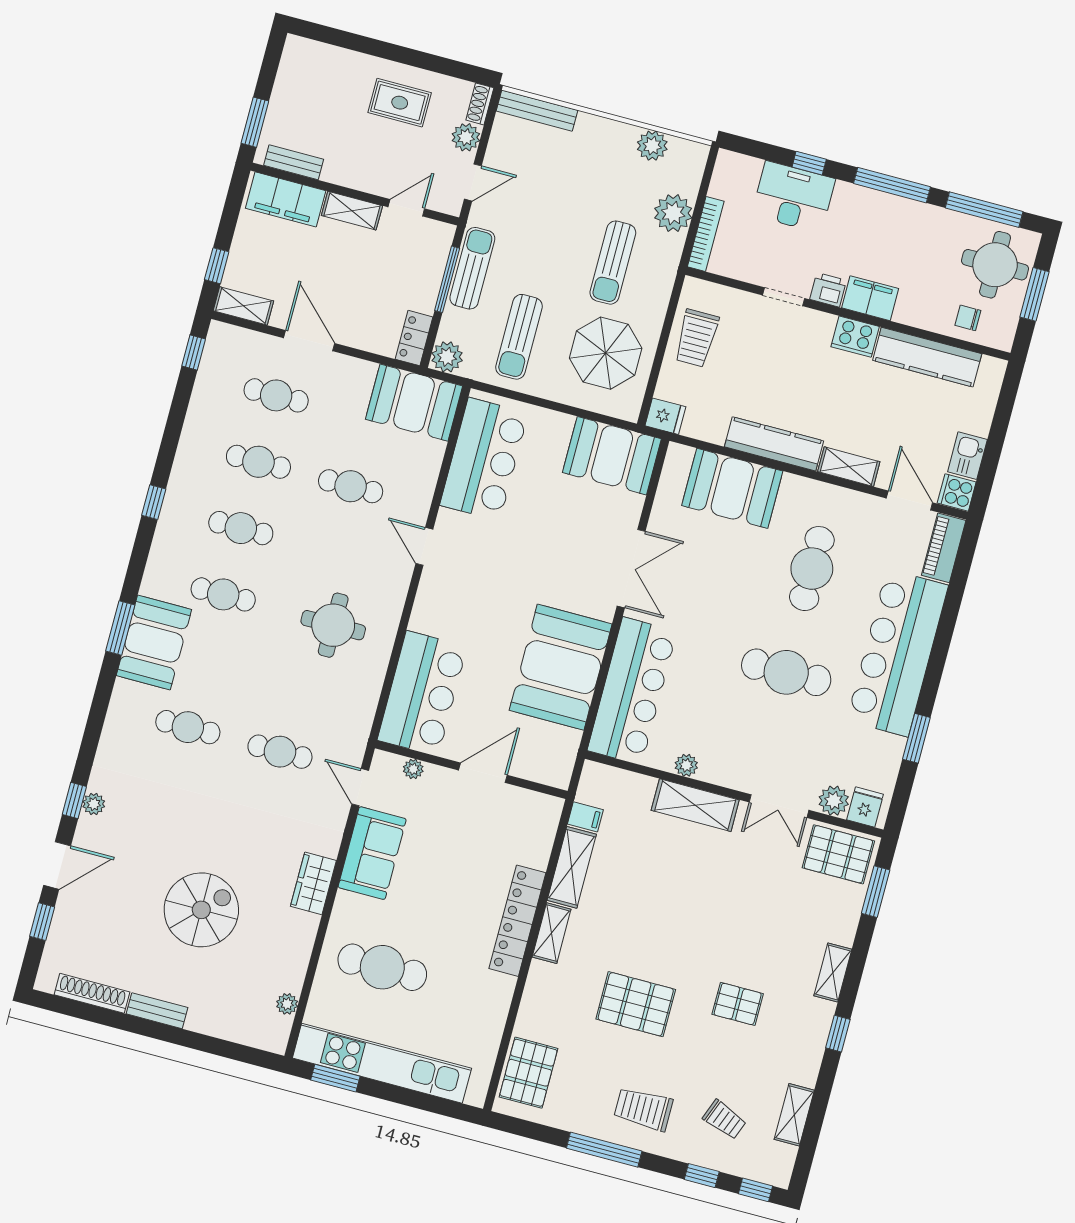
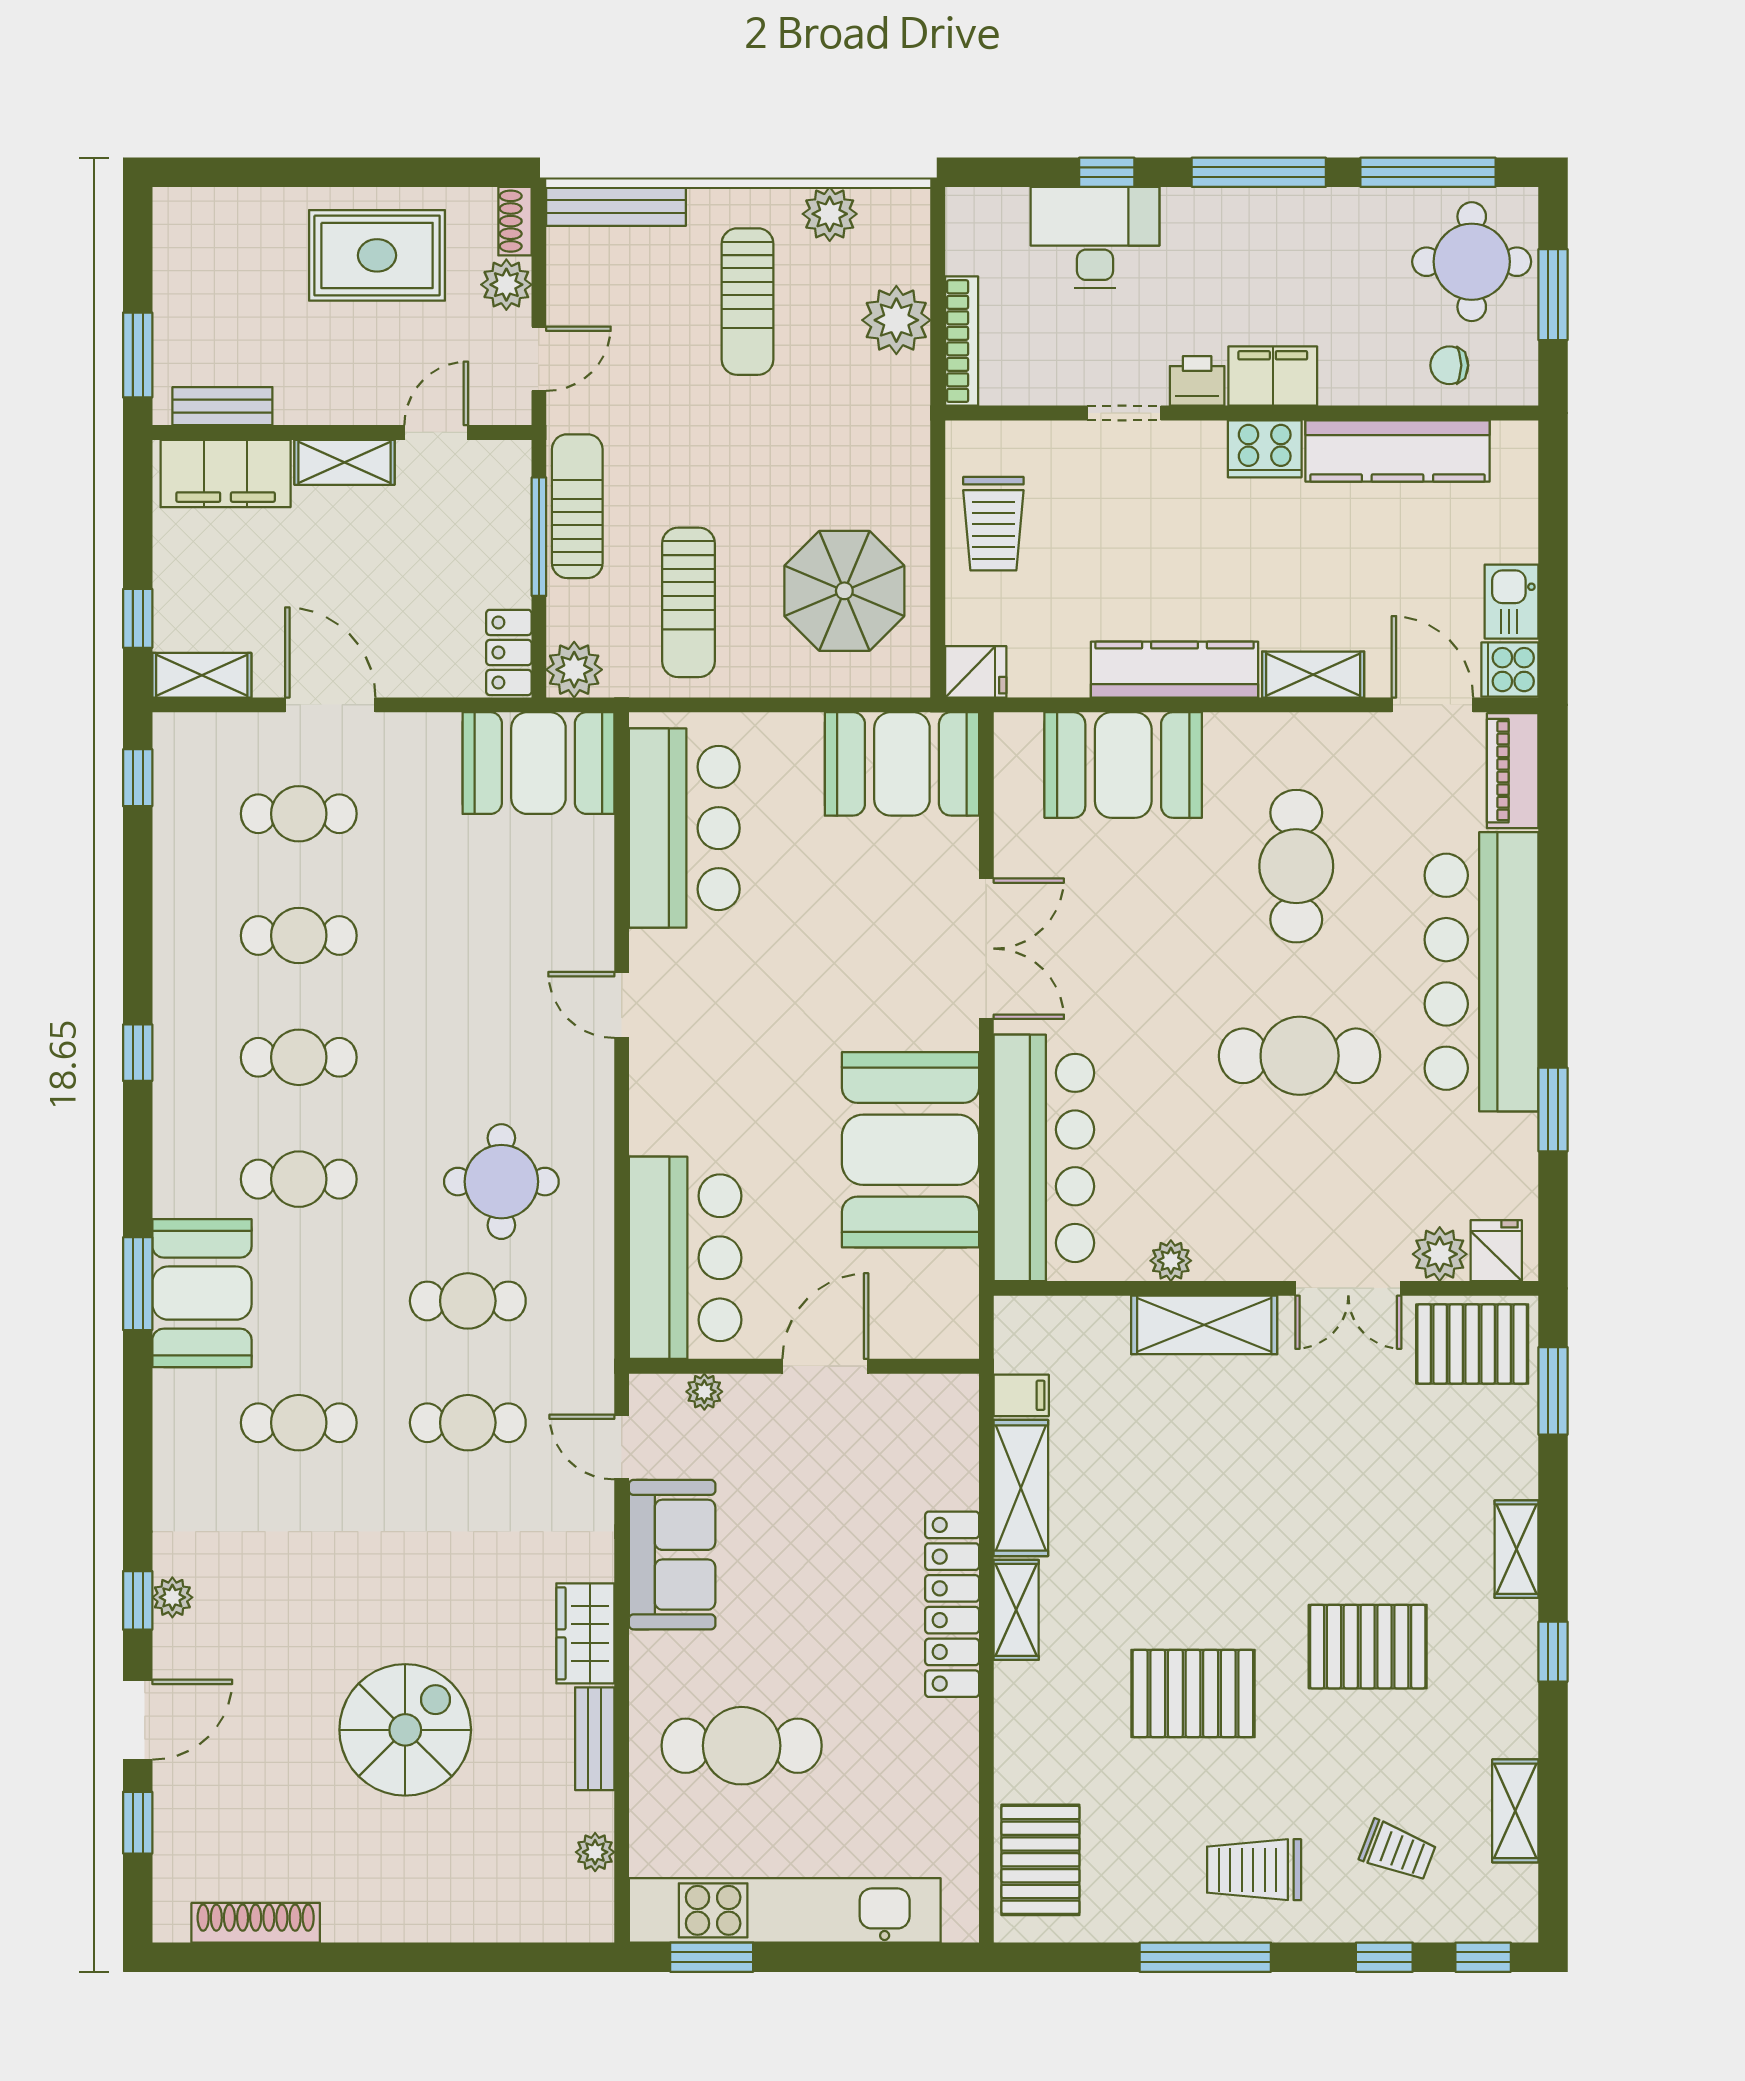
rug: (400, 103) -> (377, 255), width x1.36, depth x1.43
sun lounger: (613, 263) -> (748, 302), moved
cafe table: (351, 486) -> (468, 1301), moved
pallet: (738, 1004) -> (1368, 1647), width x1.50, depth x1.42
bench: (157, 1011) -> (595, 1739), moved, turned 90

